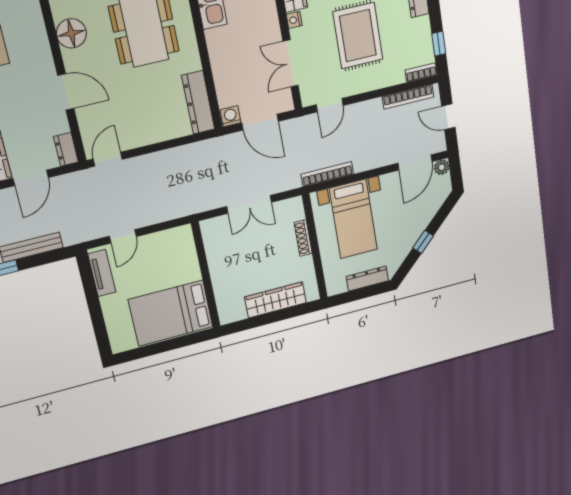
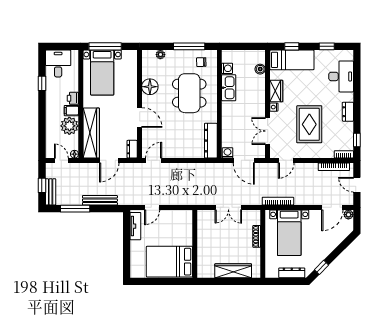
window: (423, 242) -> (322, 267), moved

